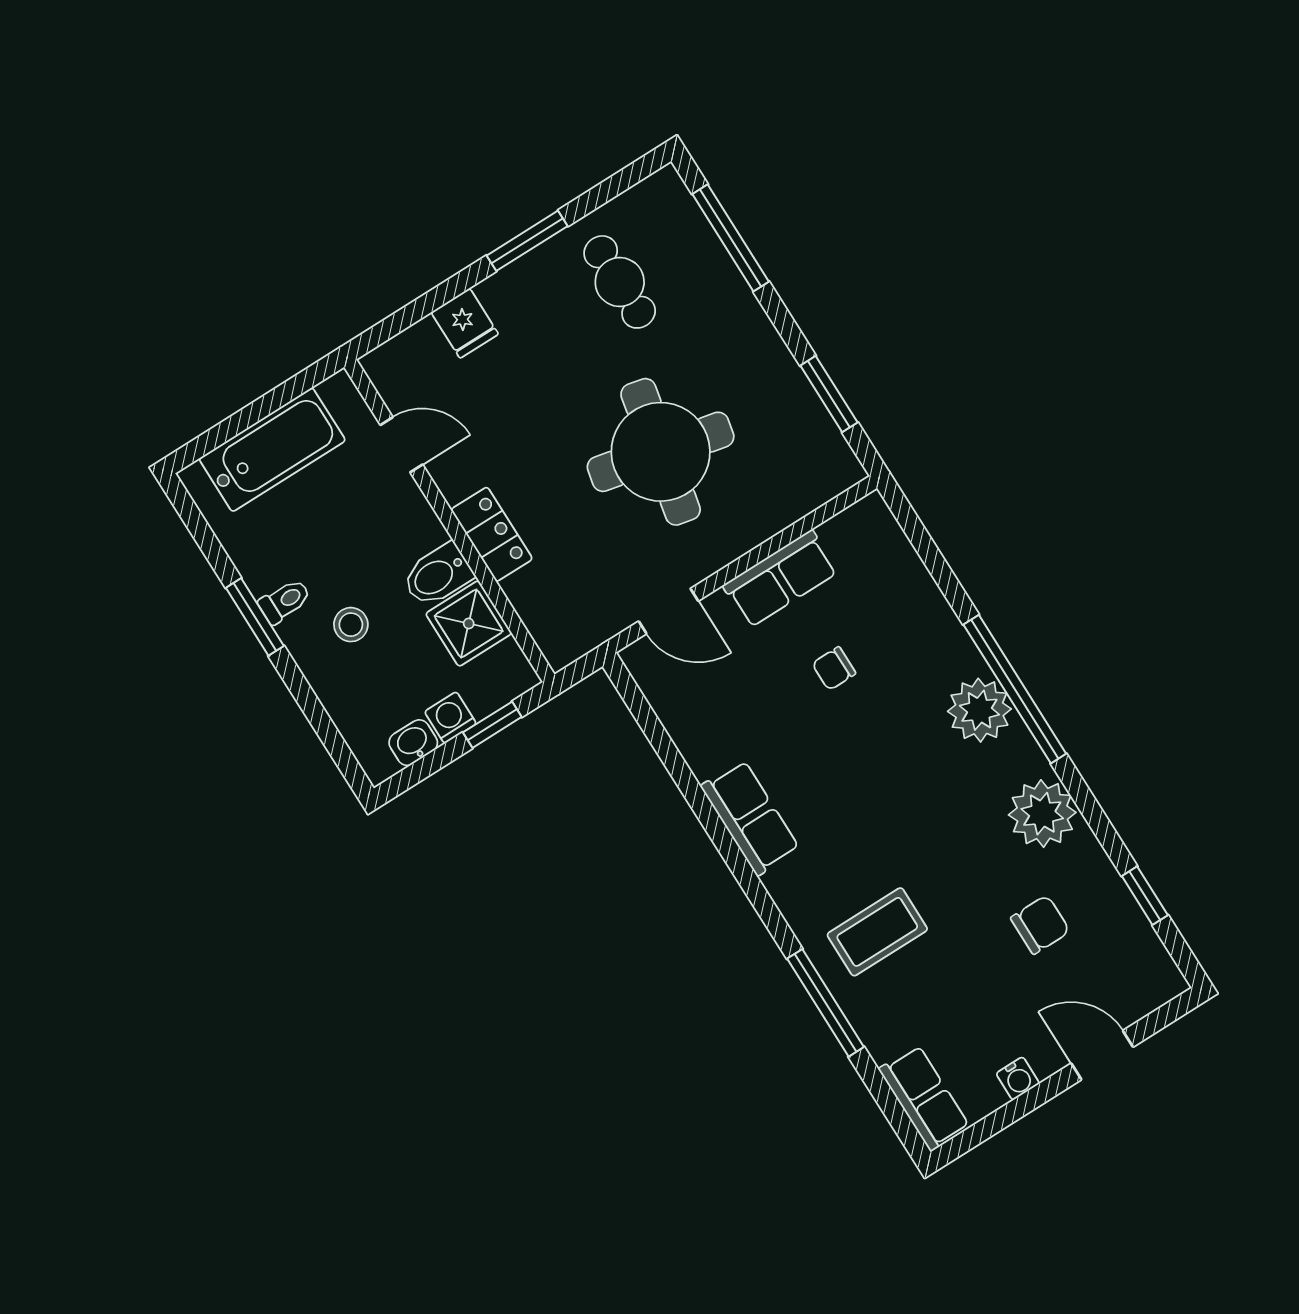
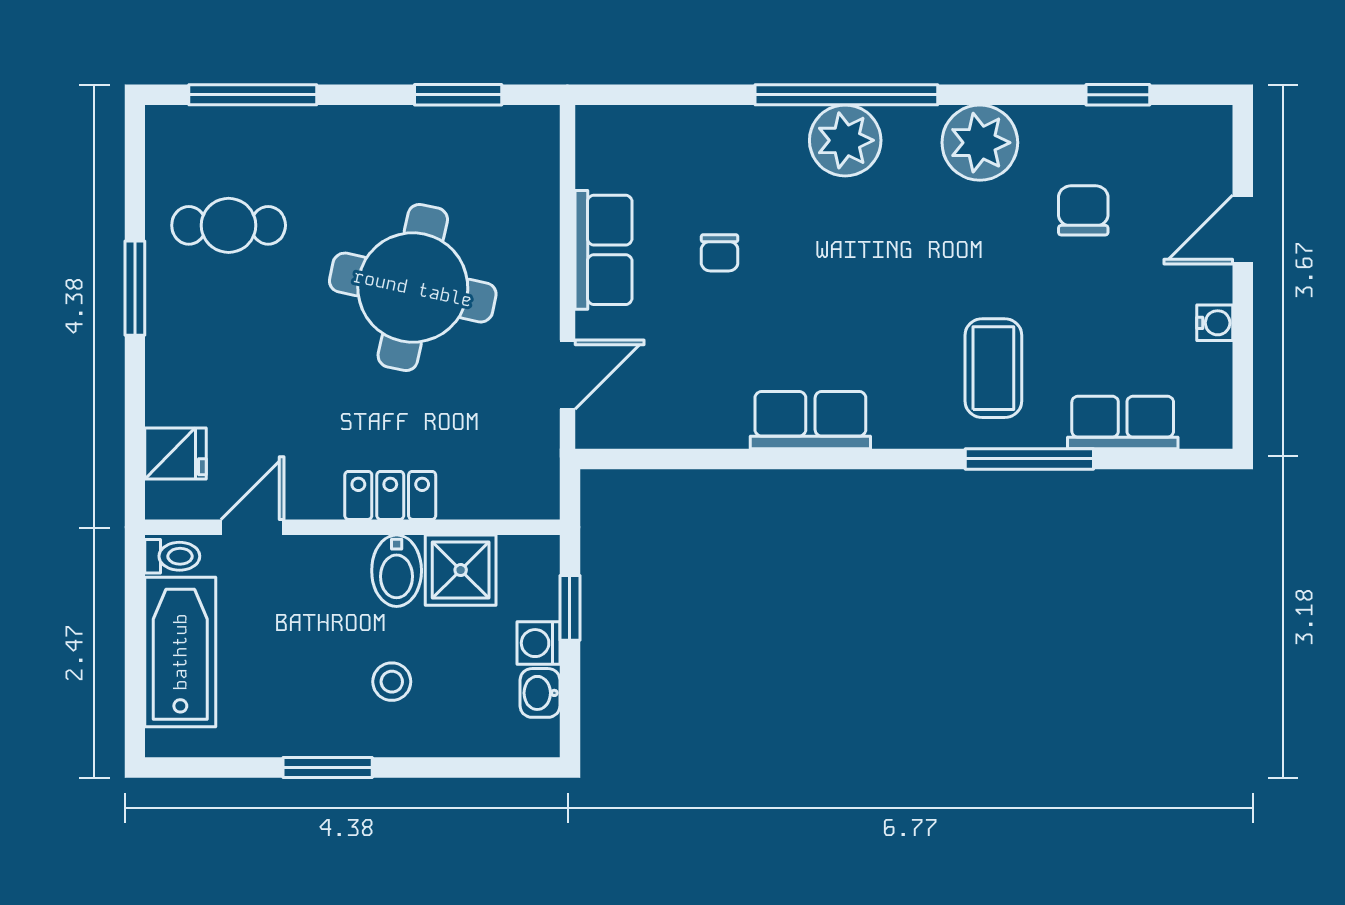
fridge: (465, 323) -> (176, 453), moved
toilet: (285, 601) -> (172, 556), moved, turned 90
row of seats: (924, 1098) -> (1123, 422), moved

